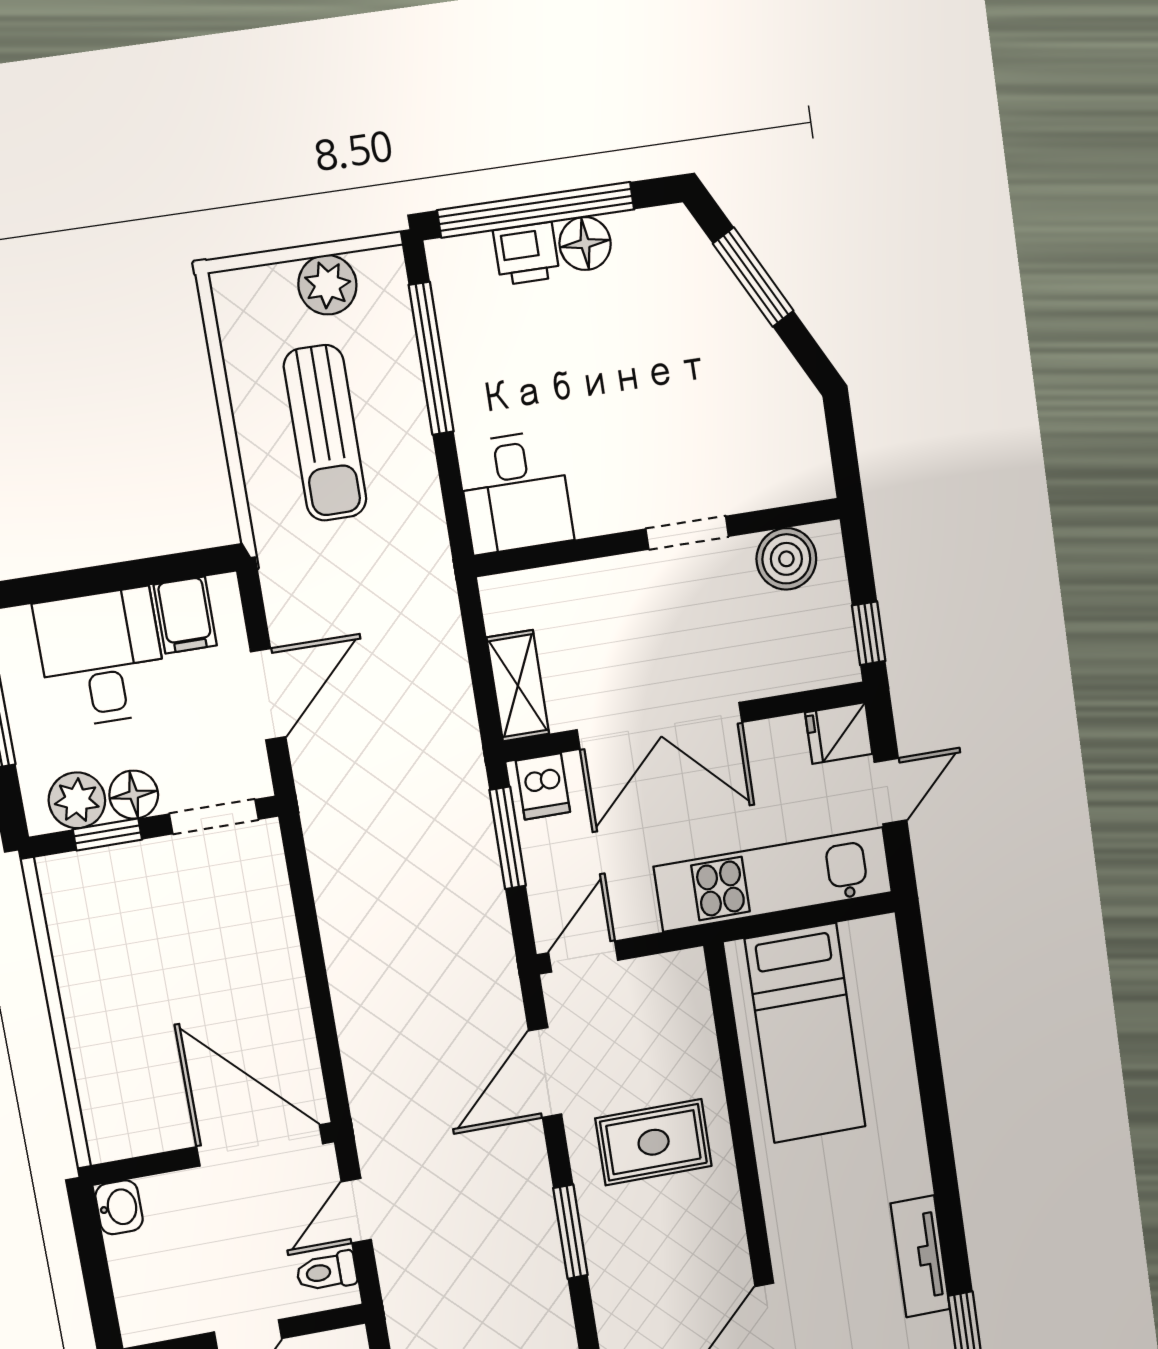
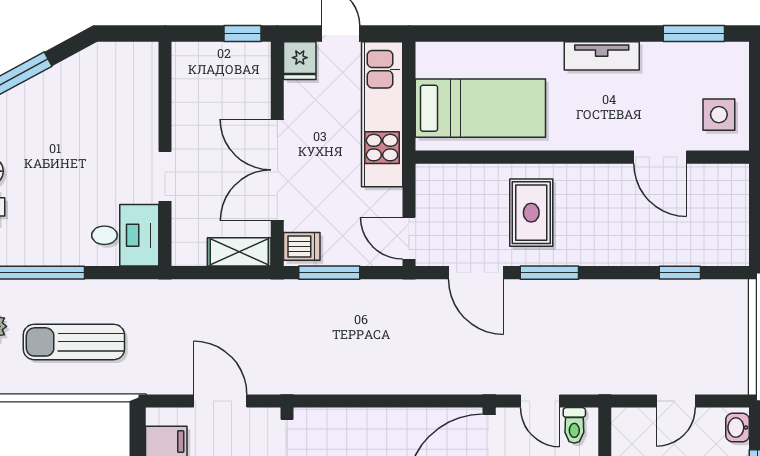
sun lounger: (325, 433) -> (74, 342), turned 180
doorway: (687, 533) -> (165, 176), moved
boiler: (786, 559) -> (190, 78), removed
double door: (660, 726) -> (277, 170), swing flipped
window: (570, 1232) -> (549, 273), moved
tv unit: (920, 1256) -> (602, 56), moved

